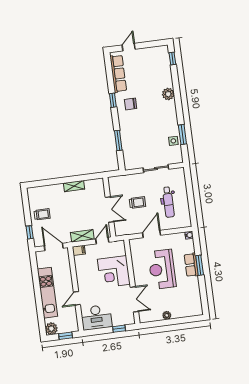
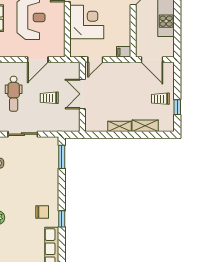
window: (118, 140) -> (62, 157), moved
dental chair: (168, 202) -> (14, 94), turned 180
window: (30, 232) -> (177, 107), moved
shelving: (82, 236) -> (145, 126), moved

